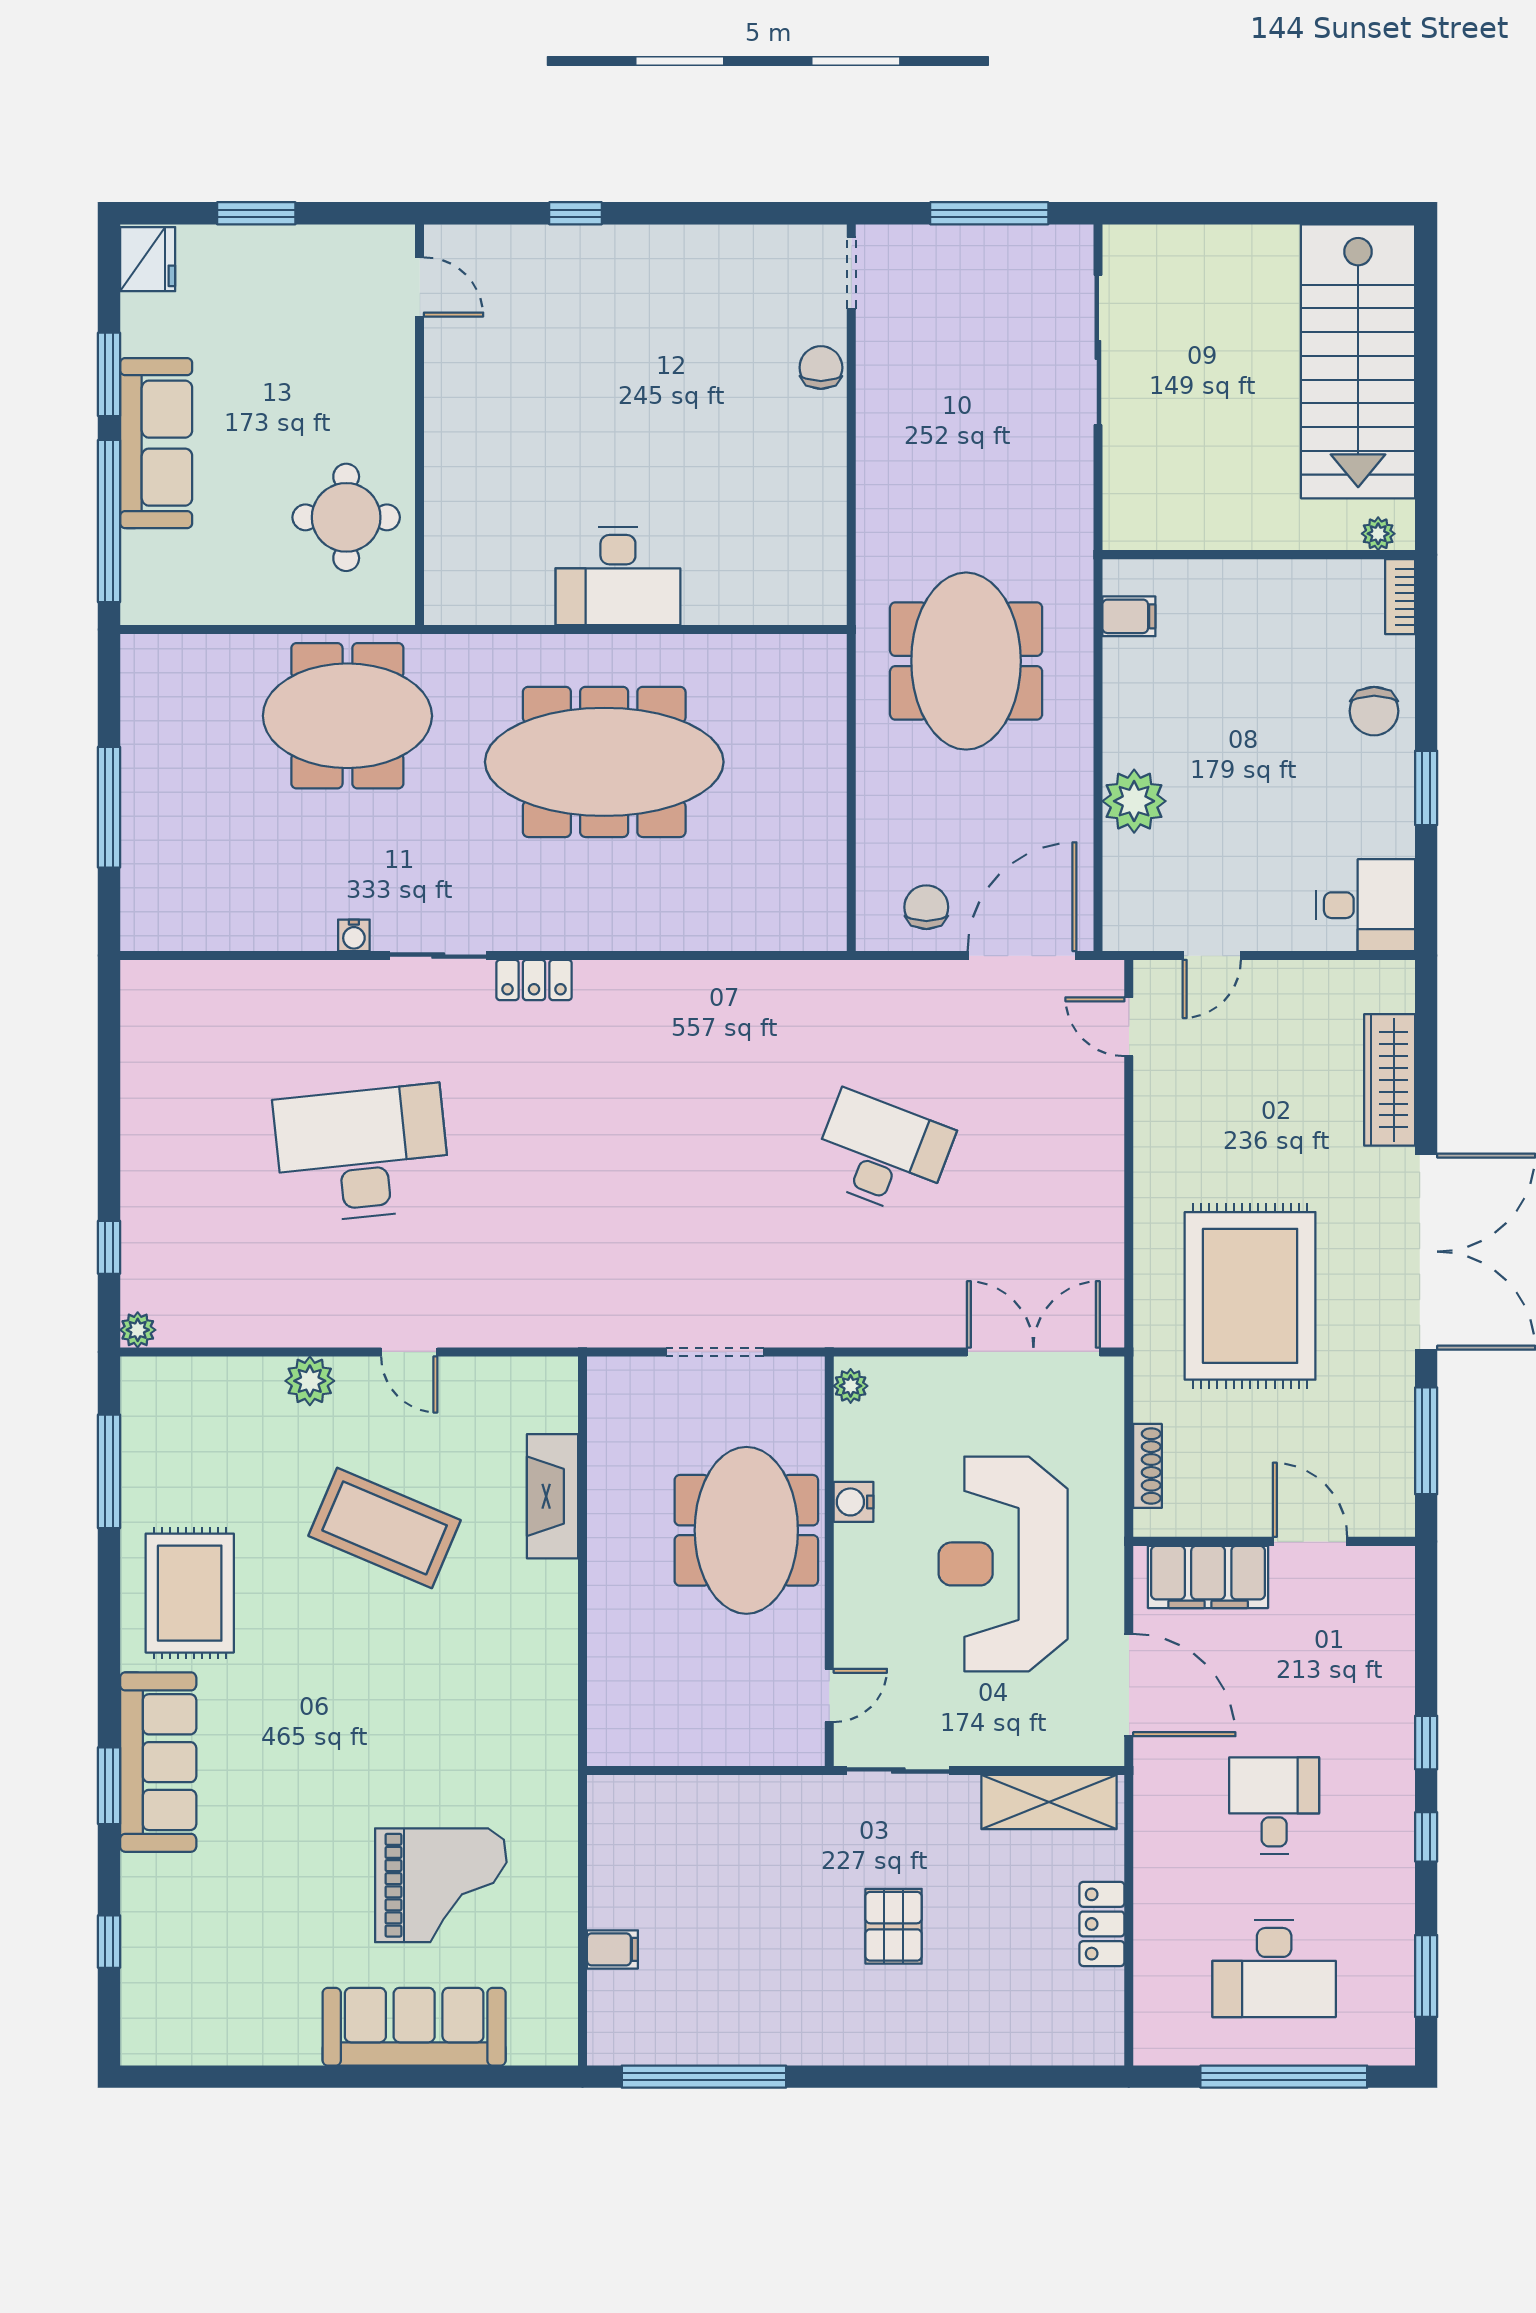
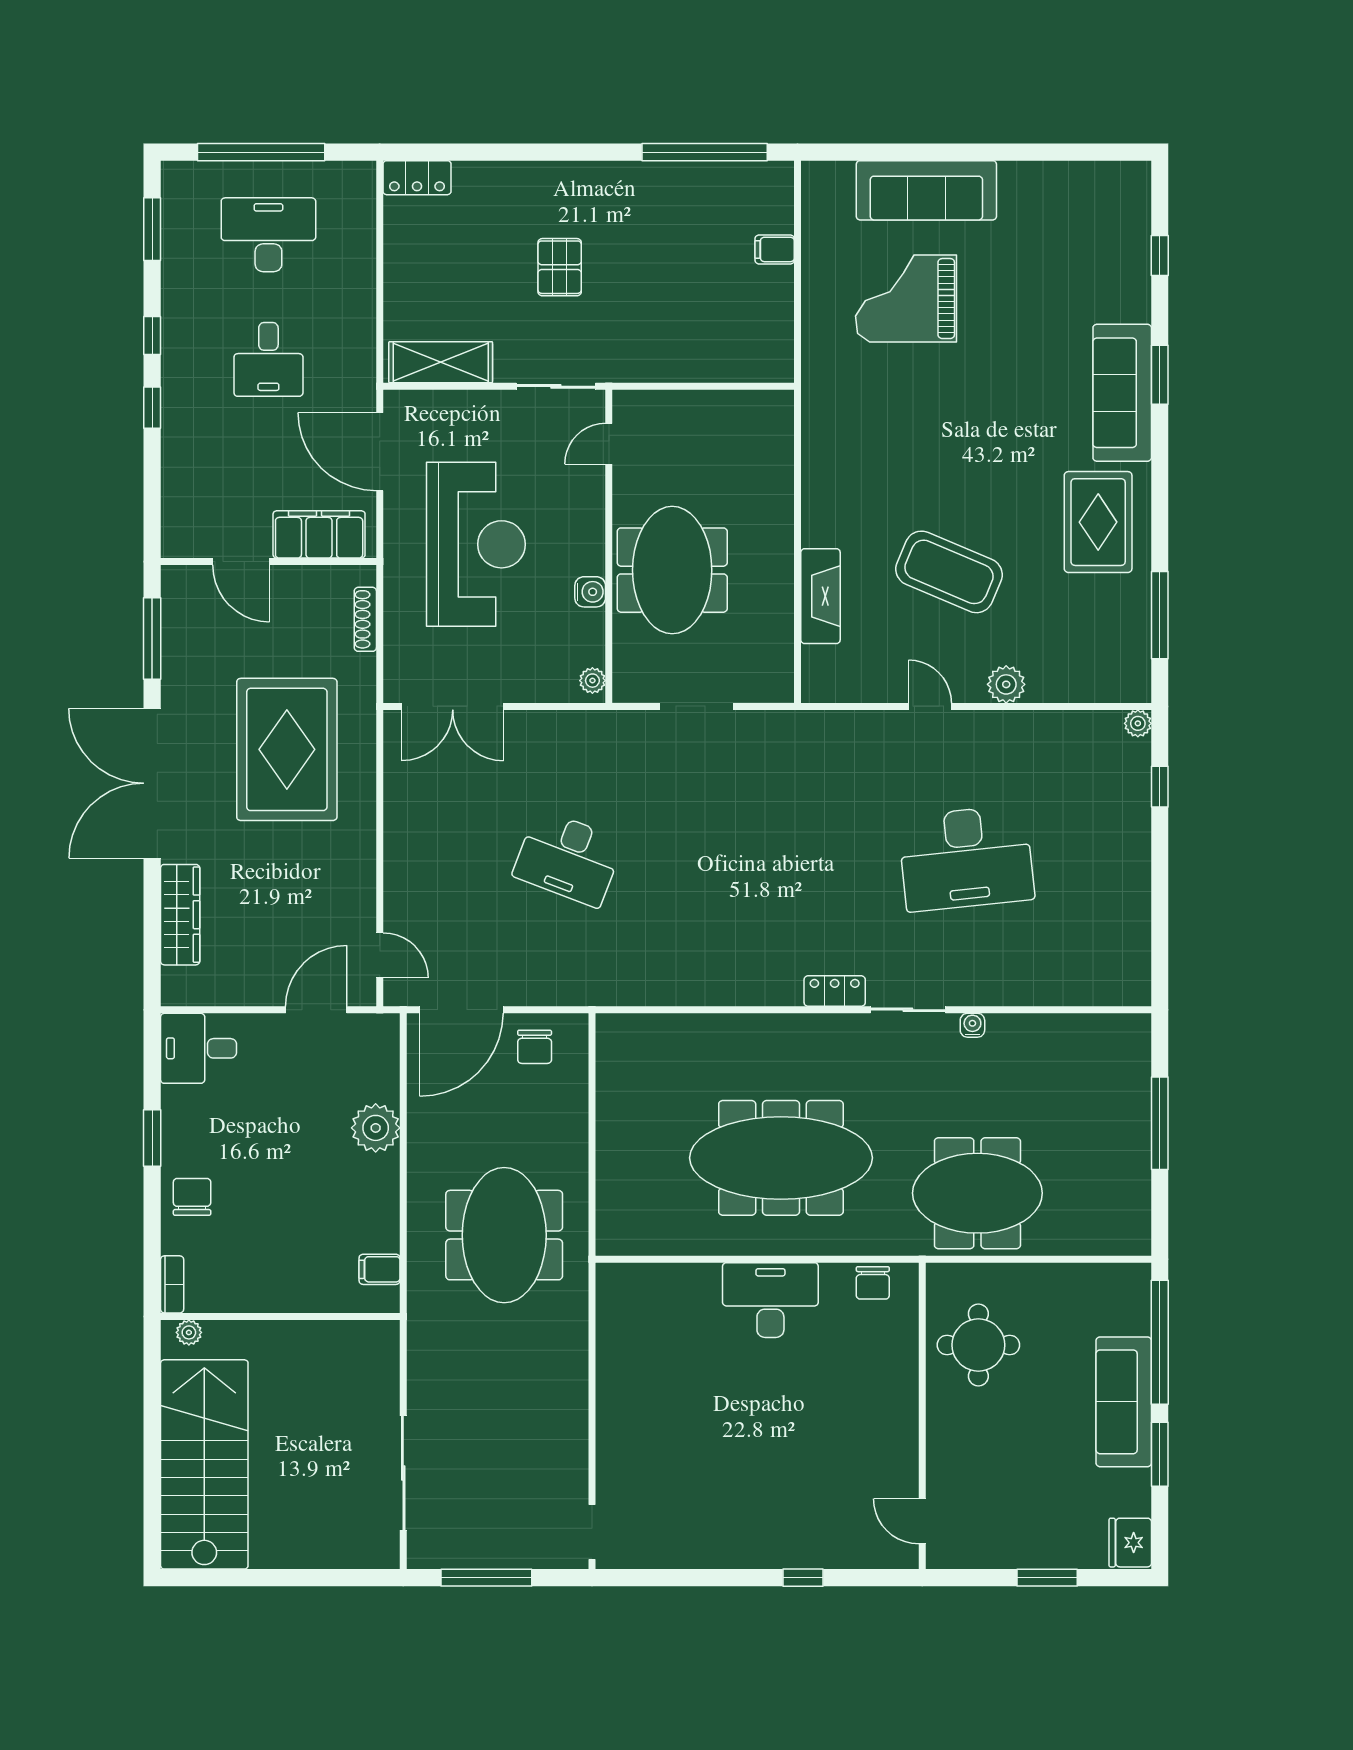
chair: (821, 368) -> (873, 1283), moved
door: (1212, 956) -> (316, 1010), width x1.38
locker: (1102, 1924) -> (417, 178), moved, turned 90

